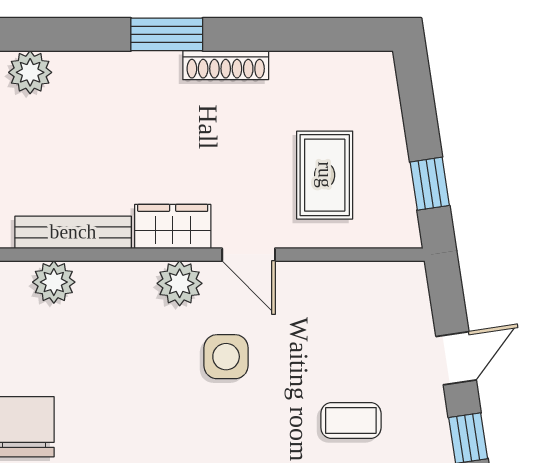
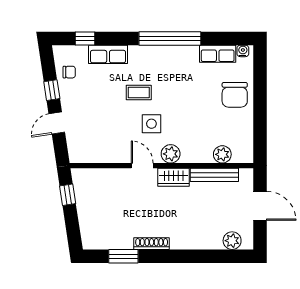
window: (167, 34) -> (123, 256), moved
rug: (325, 175) -> (111, 198), removed
coffee table: (351, 421) -> (139, 92), moved

